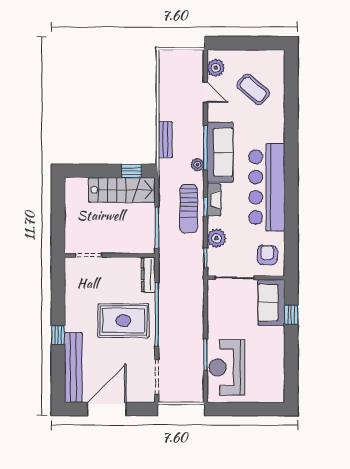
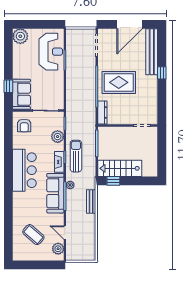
bar counter: (267, 187) -> (24, 170), width x0.73
plant: (273, 391) -> (20, 36), added

